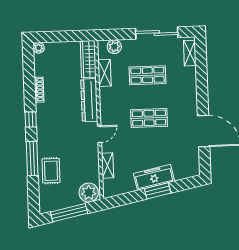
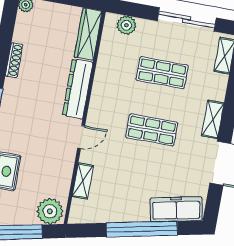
shelving: (105, 73) -> (213, 119), moved
freezer: (154, 177) -> (176, 209), moved
window: (158, 191) -> (142, 229), width x2.11

